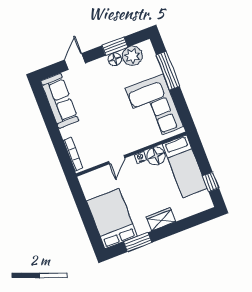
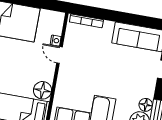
nightstand: (140, 157) -> (56, 41), moved

